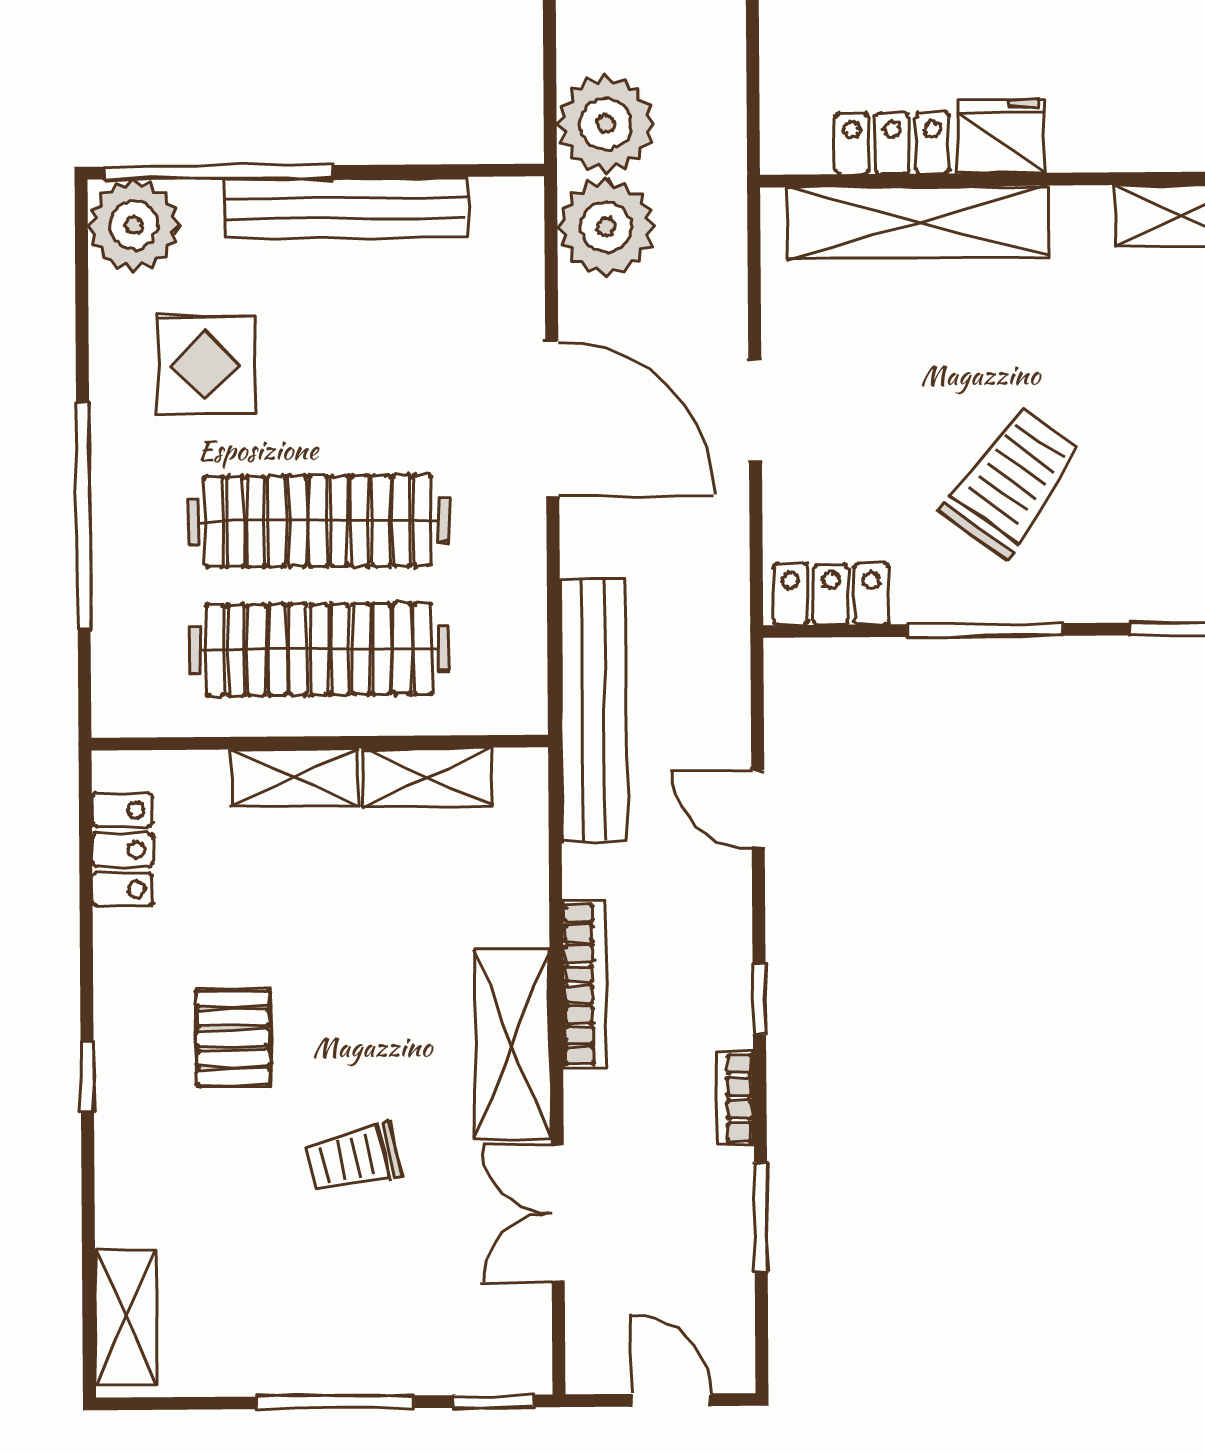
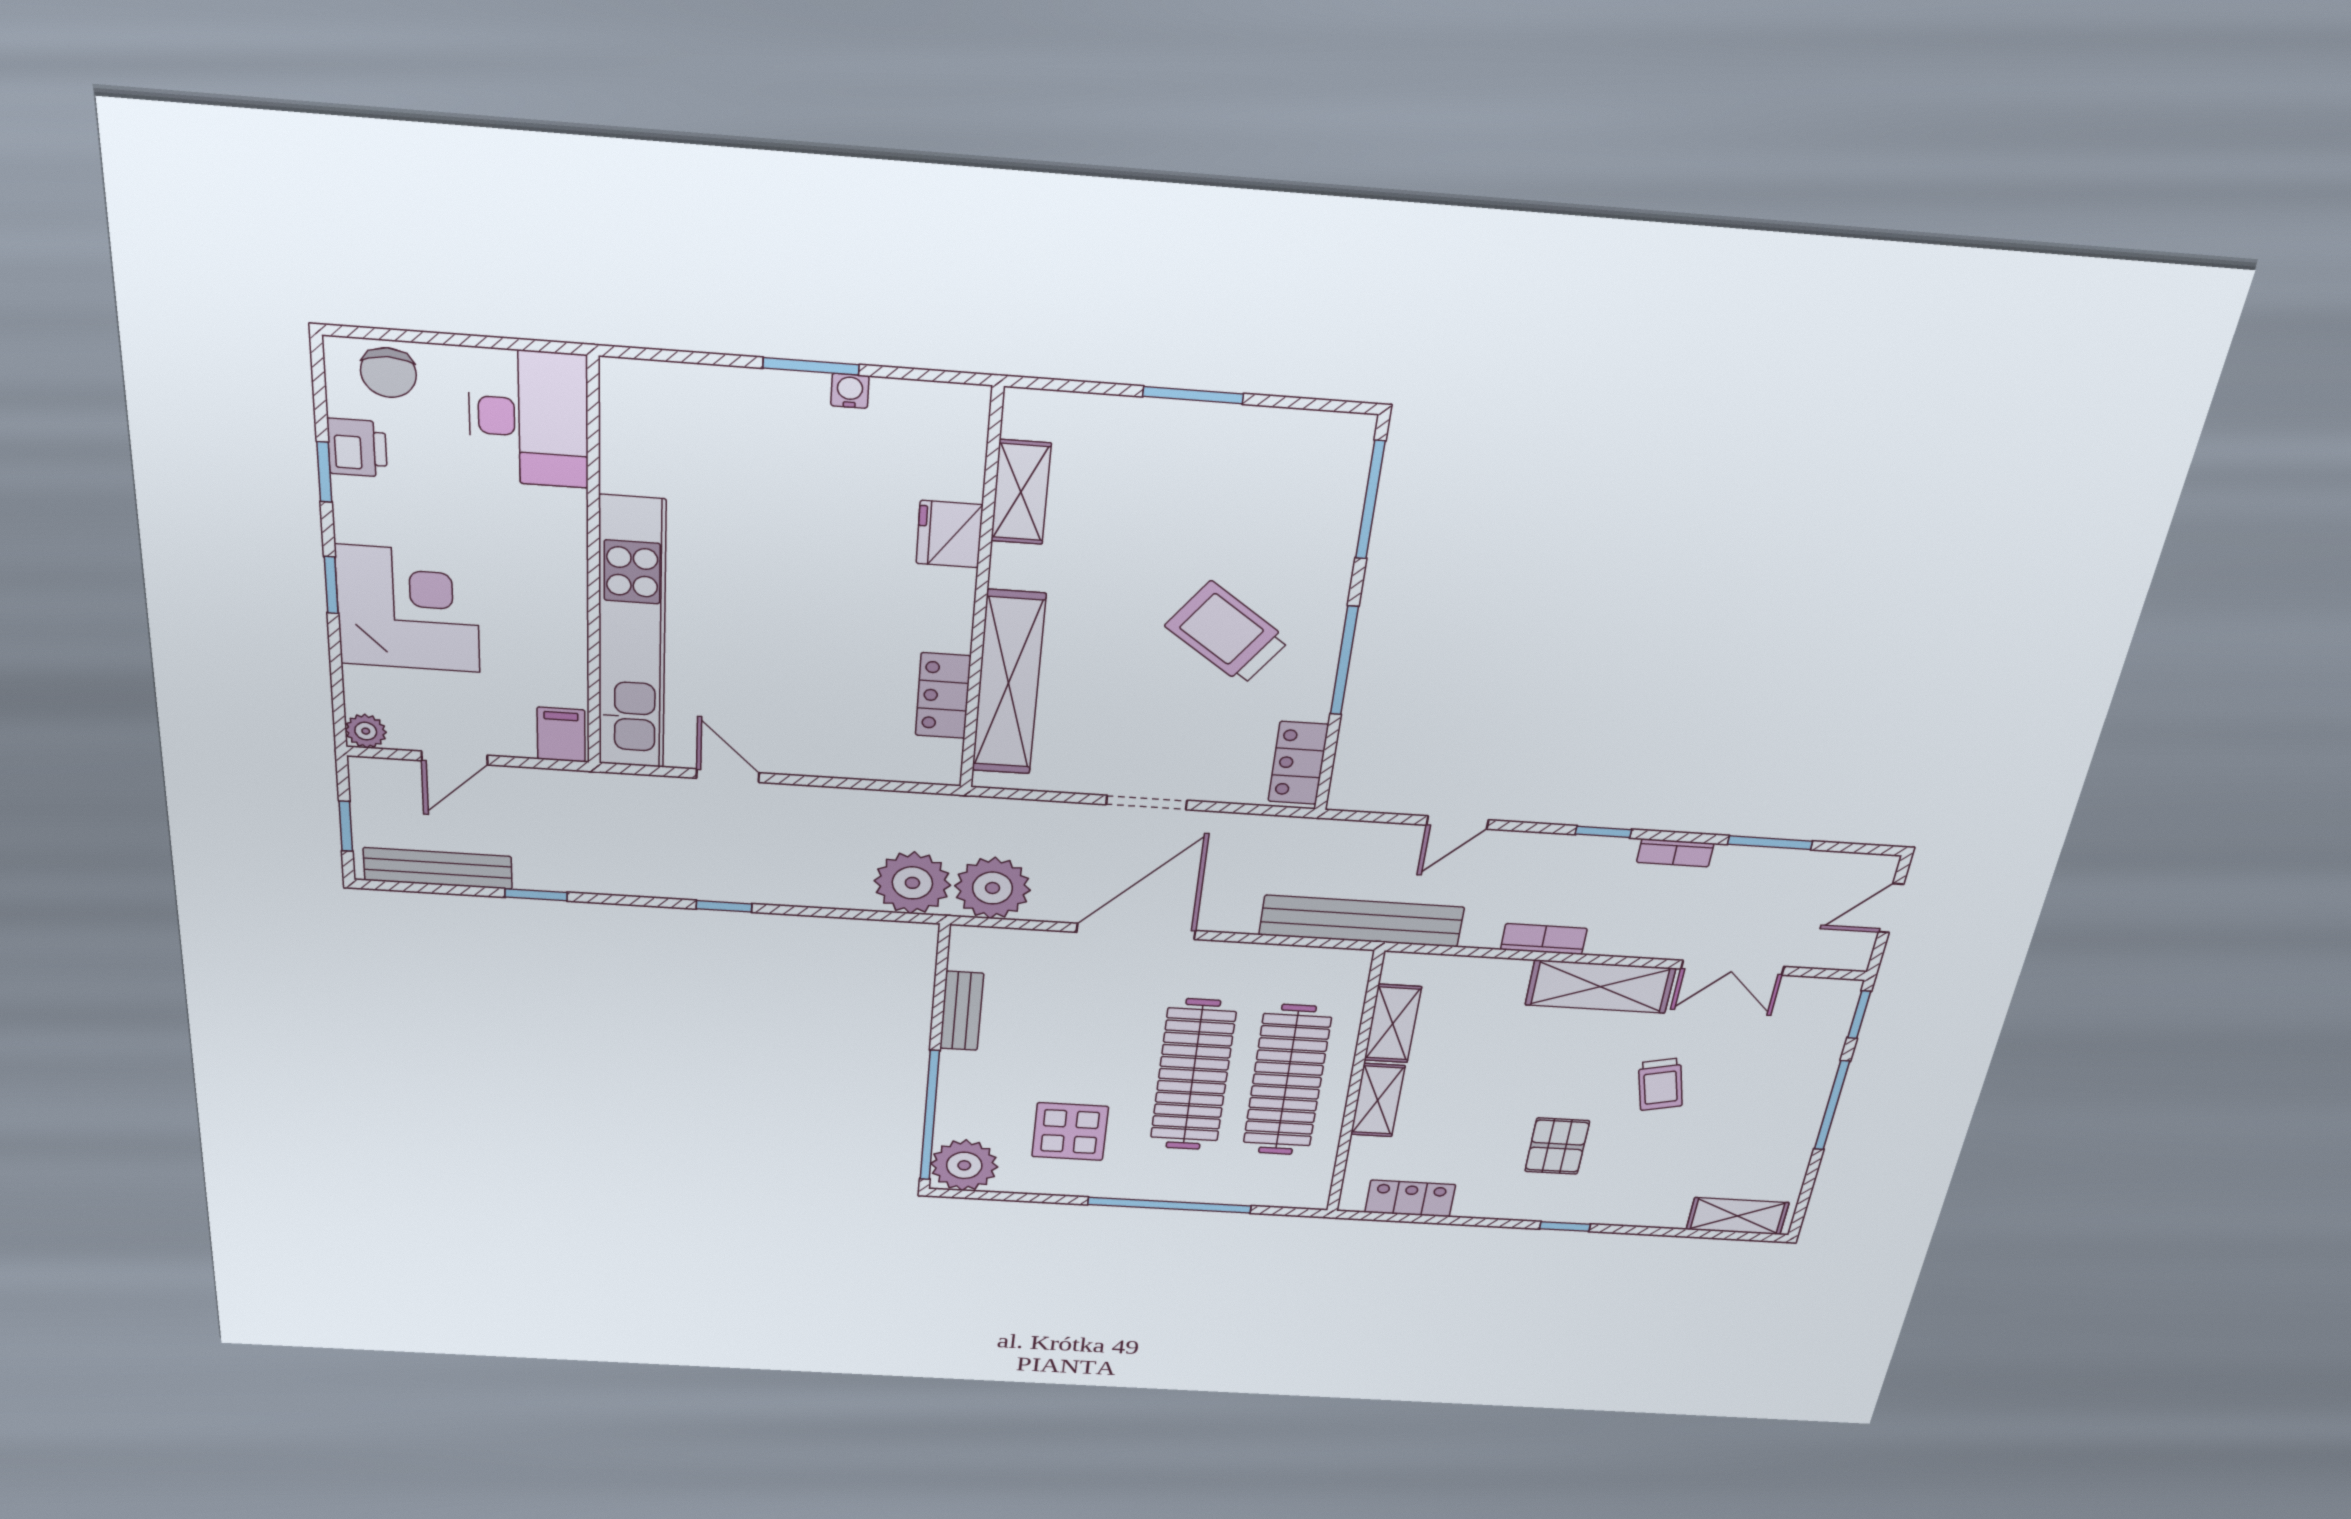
fridge: (1001, 136) -> (949, 534), moved
bench: (346, 208) -> (962, 1011), width x0.54, depth x0.82
bookcase: (584, 984) -> (1544, 939), width x0.64
pallet: (233, 1038) -> (1557, 1146), turned 90

